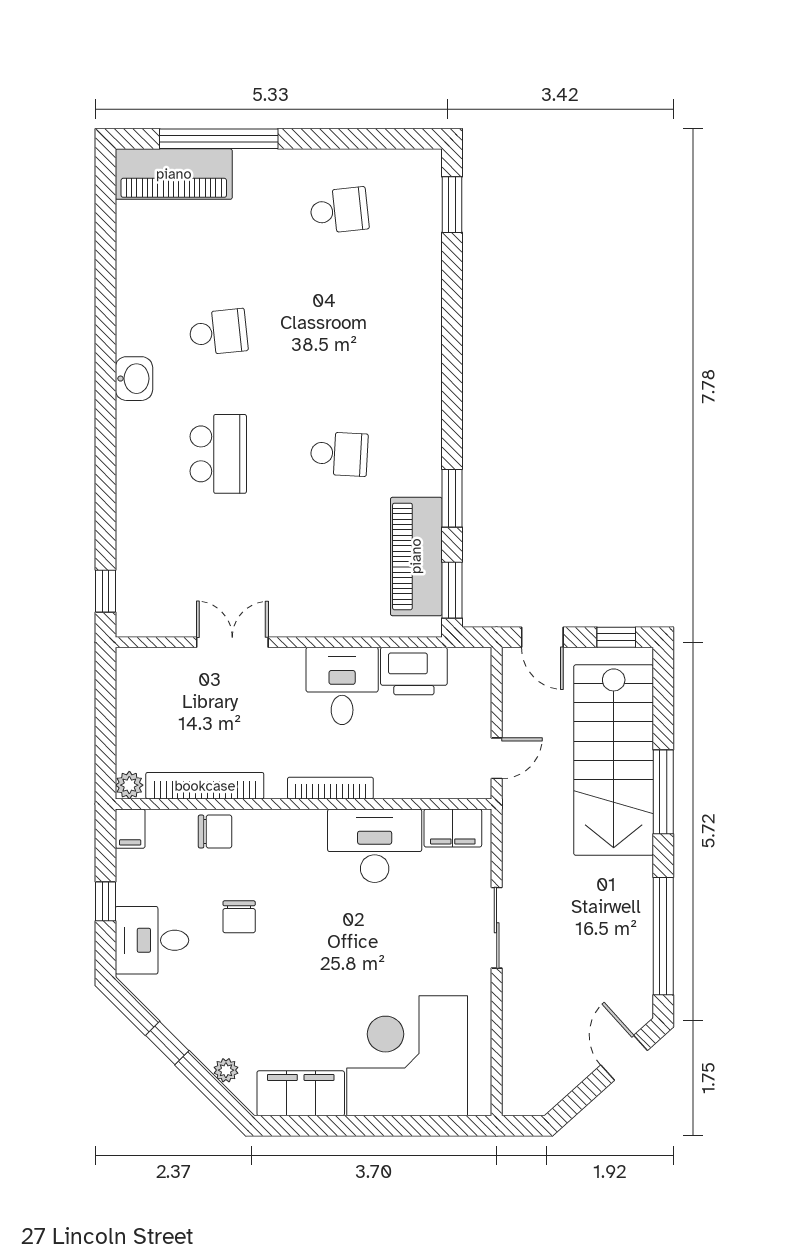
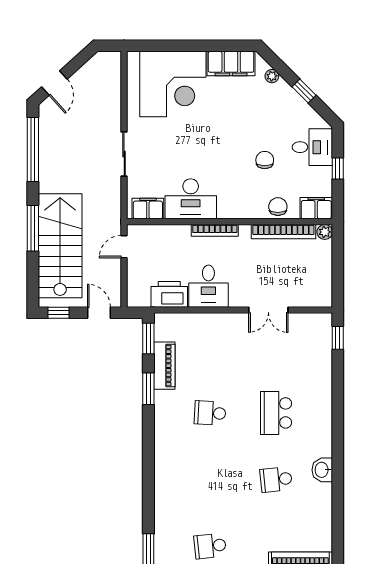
washbasin: (134, 379) -> (322, 470), moved
piano: (416, 556) -> (164, 366), width x0.73, depth x0.75
filing cabinet: (130, 829) -> (316, 208), width x2.00
chair: (215, 832) -> (278, 207), turned 90

